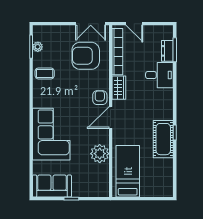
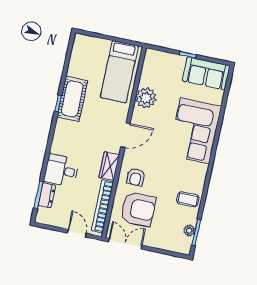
armchair: (100, 98) -> (136, 177), moved

